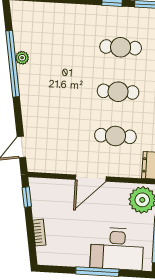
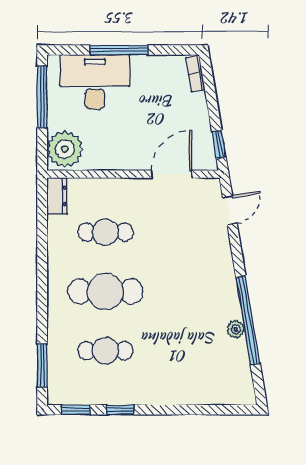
cafe table: (118, 92) -> (105, 291), width x1.37, depth x1.35
door: (91, 178) -> (172, 174), moved
bookcase: (39, 233) -> (195, 74), moved

